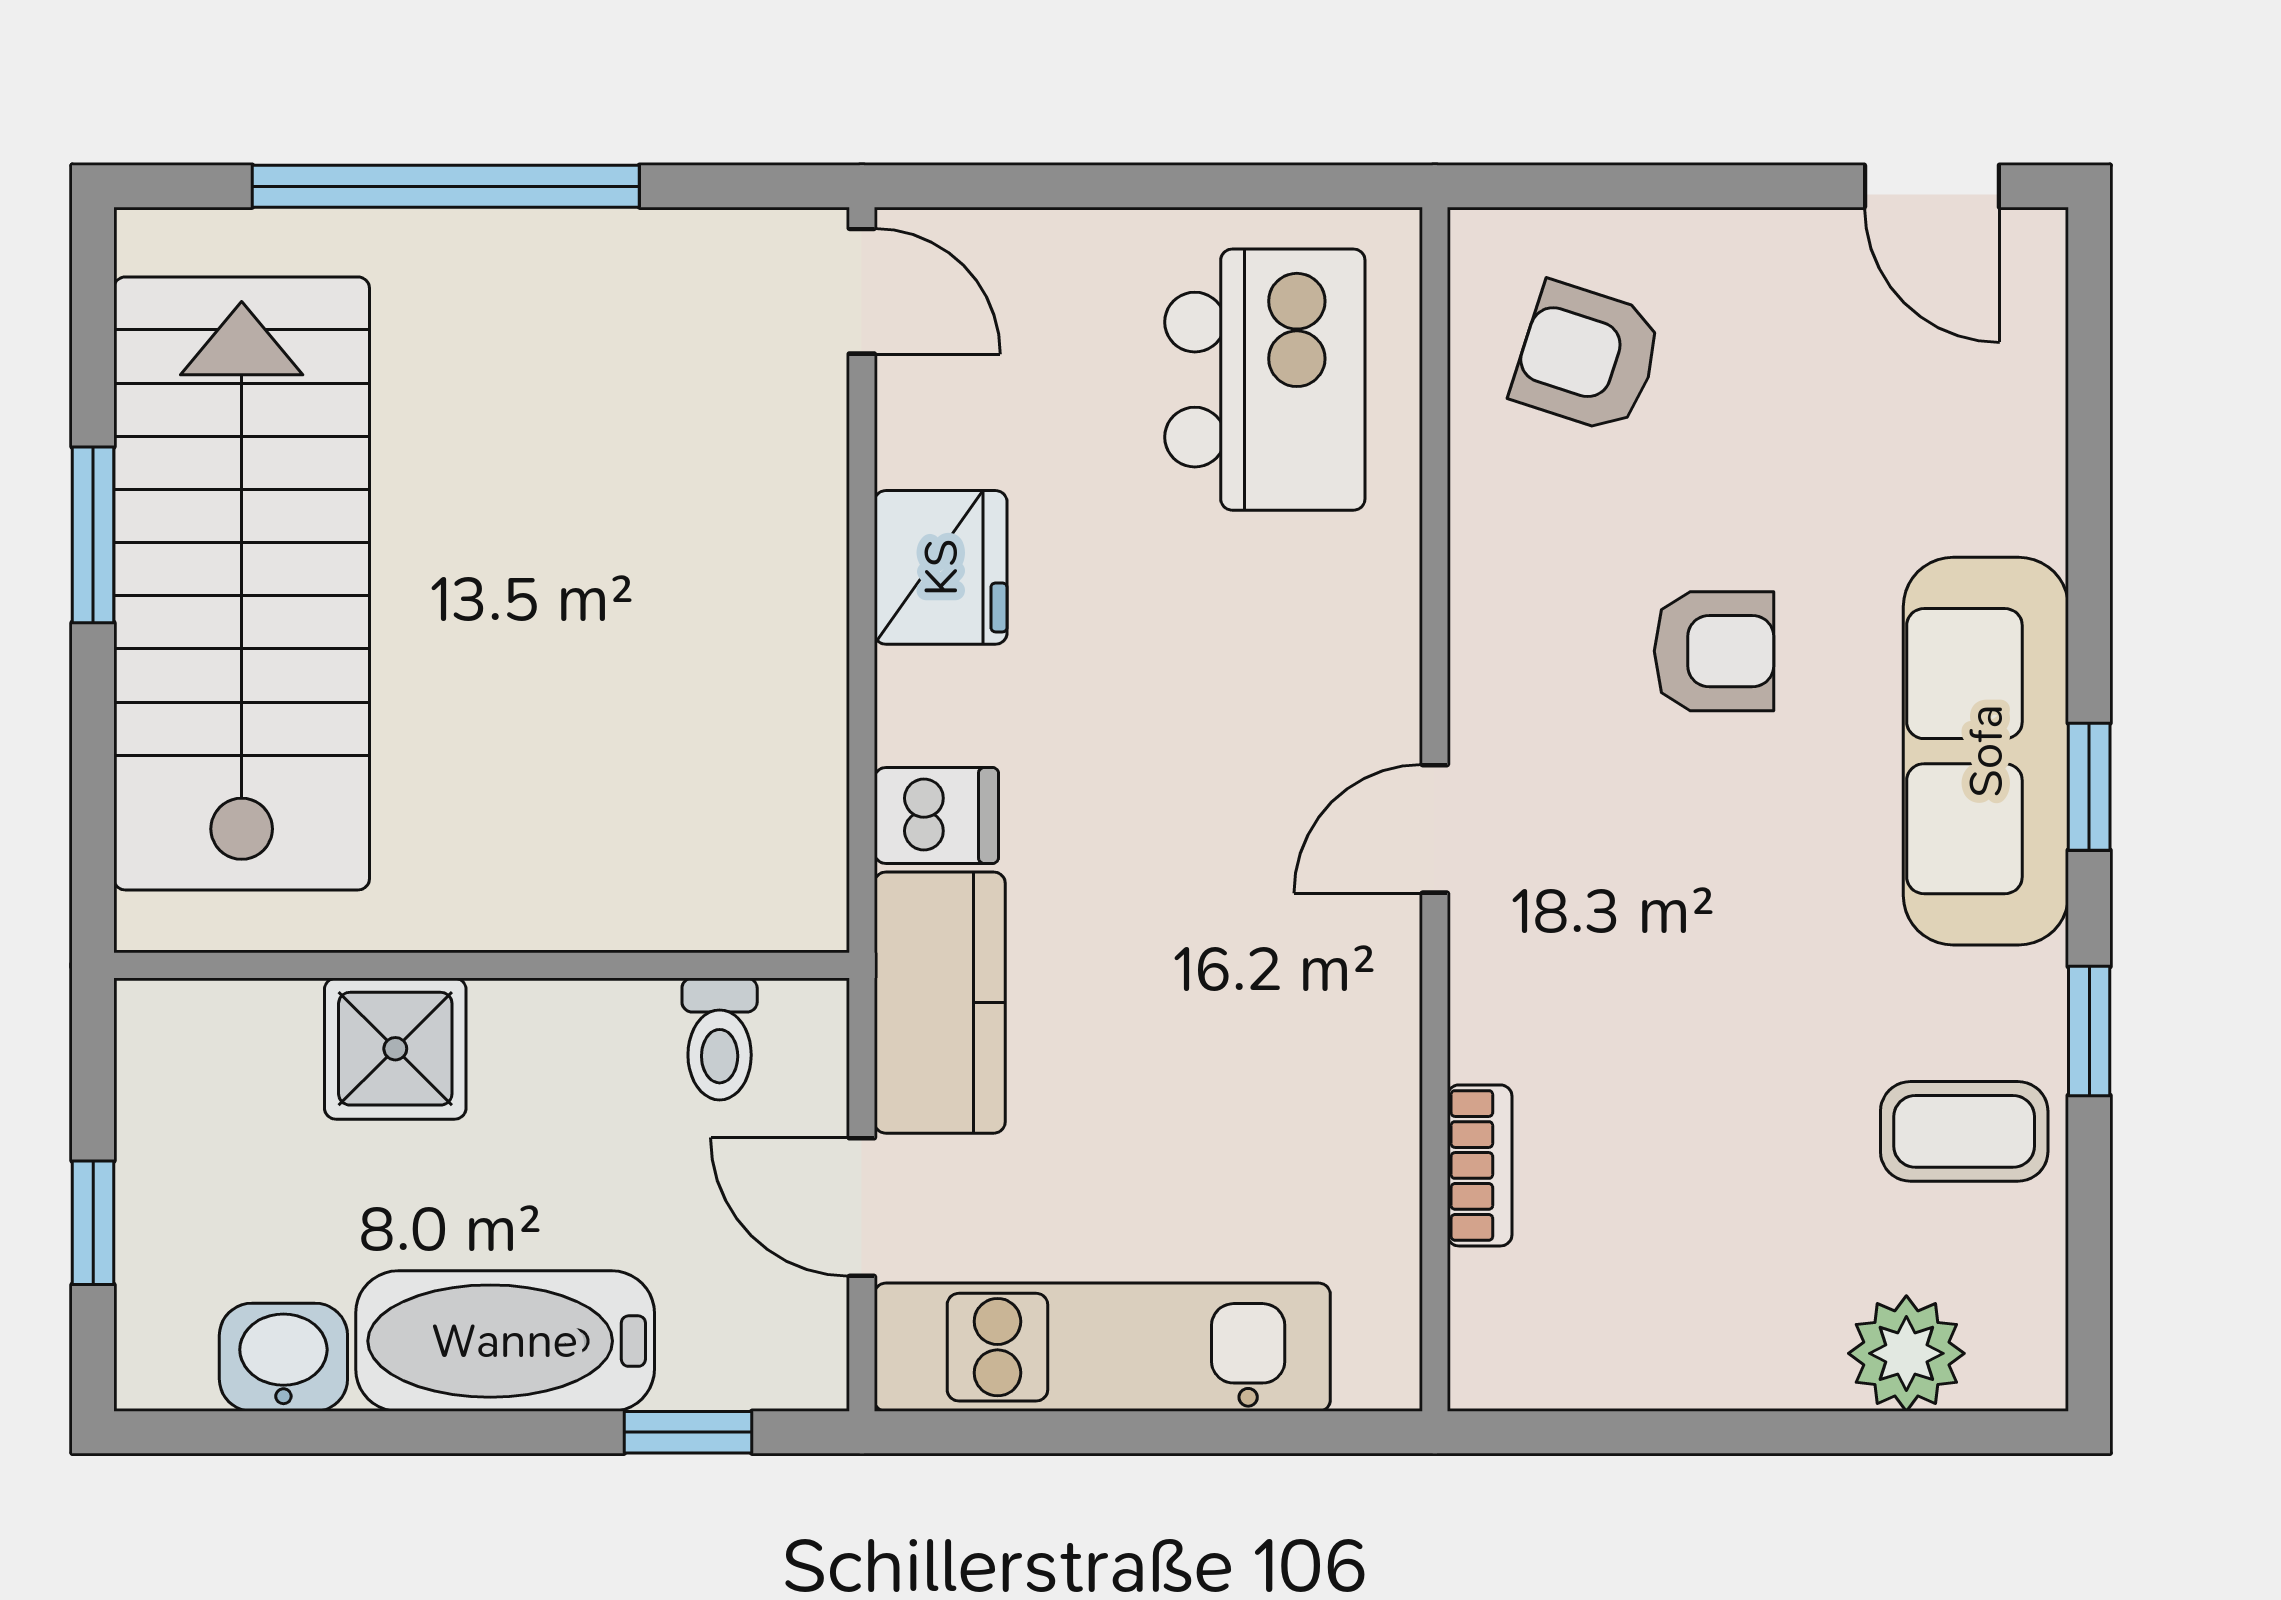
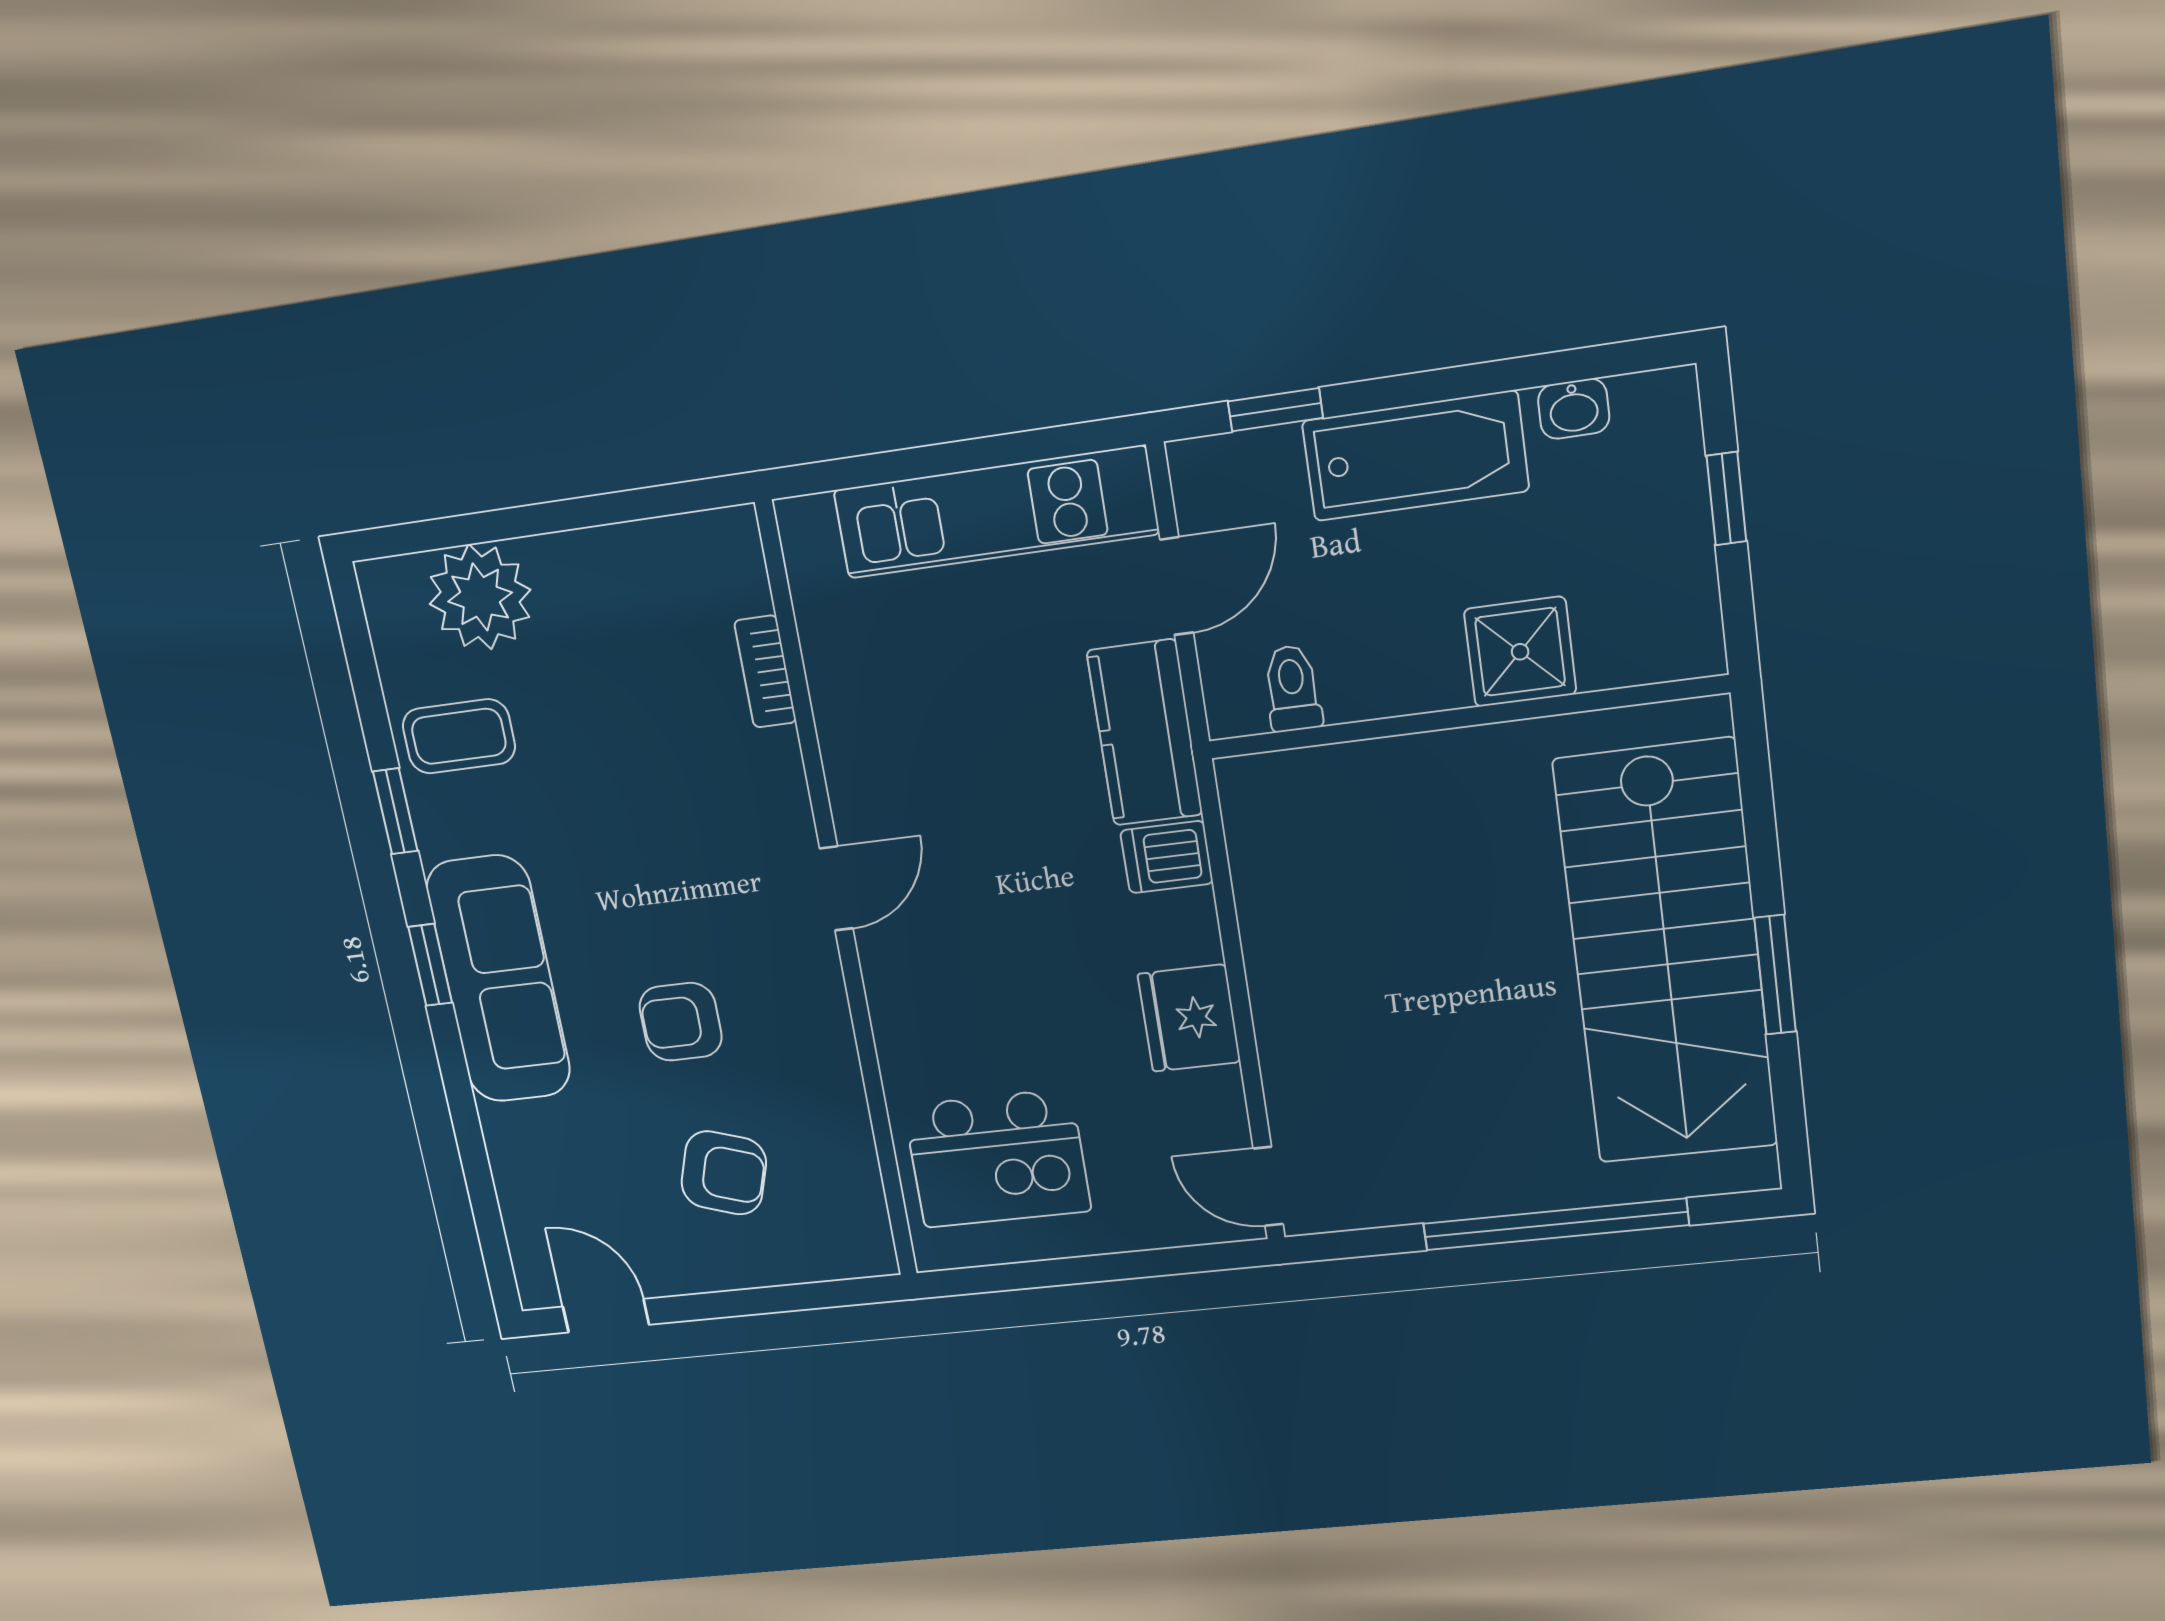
armchair: (1587, 358) -> (724, 1173), moved
kitchen island: (1265, 380) -> (997, 1158), turned -90
door: (862, 1207) -> (1177, 586), hinge flipped
plant: (1906, 1353) -> (480, 597), width x1.36, depth x1.36
washbasin: (283, 1357) -> (1574, 409), width x0.72, depth x0.69

